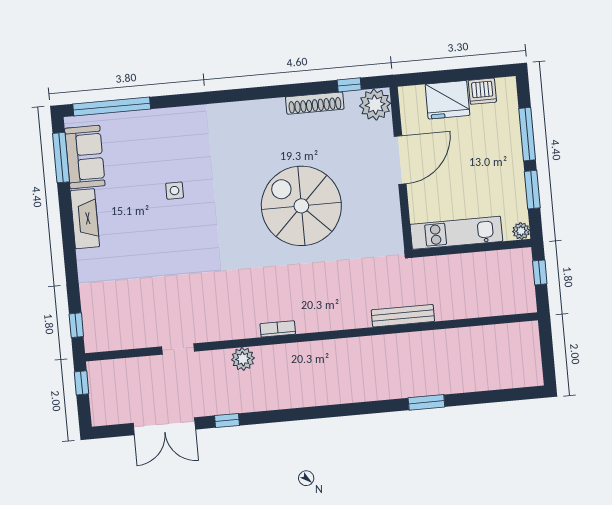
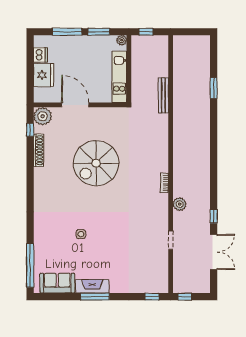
window: (61, 158) -> (95, 297), moved
bench: (403, 316) -> (163, 95), moved
window: (426, 402) -> (214, 88), moved

